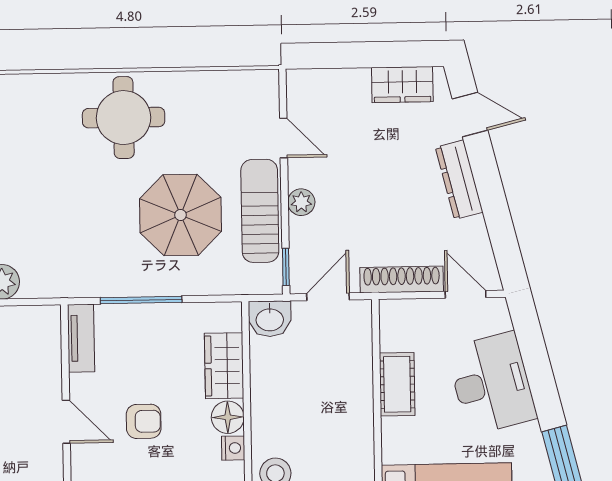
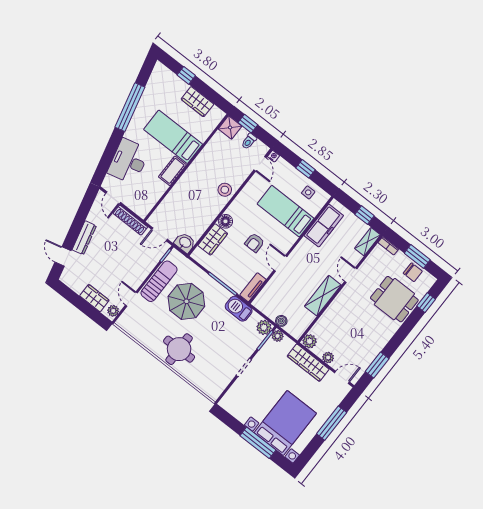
wardrobe: (402, 85) -> (94, 298), moved
plant: (301, 202) -> (113, 311), moved
sun lounger: (260, 211) -> (159, 281), turned 180
barbecue: (75, 278) -> (239, 309), added
cot: (397, 384) -> (172, 171), moved
armchair: (144, 421) -> (255, 243), turned -90
nightstand: (233, 448) -> (232, 210), removed

